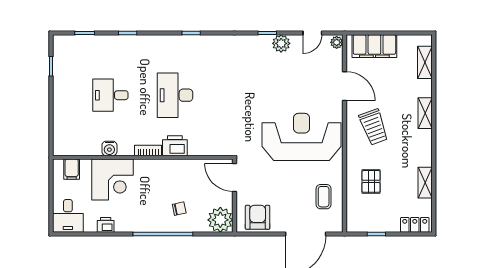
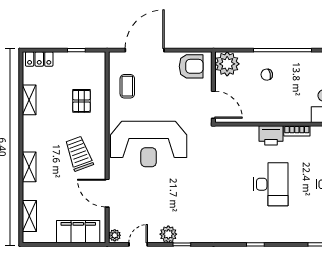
armchair: (258, 217) -> (191, 66), turned -90

